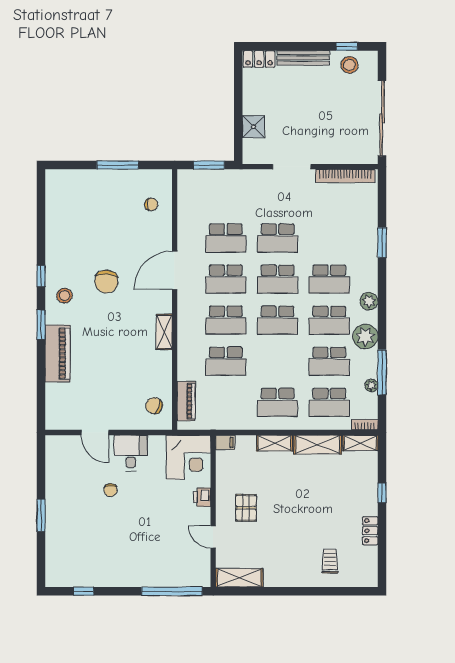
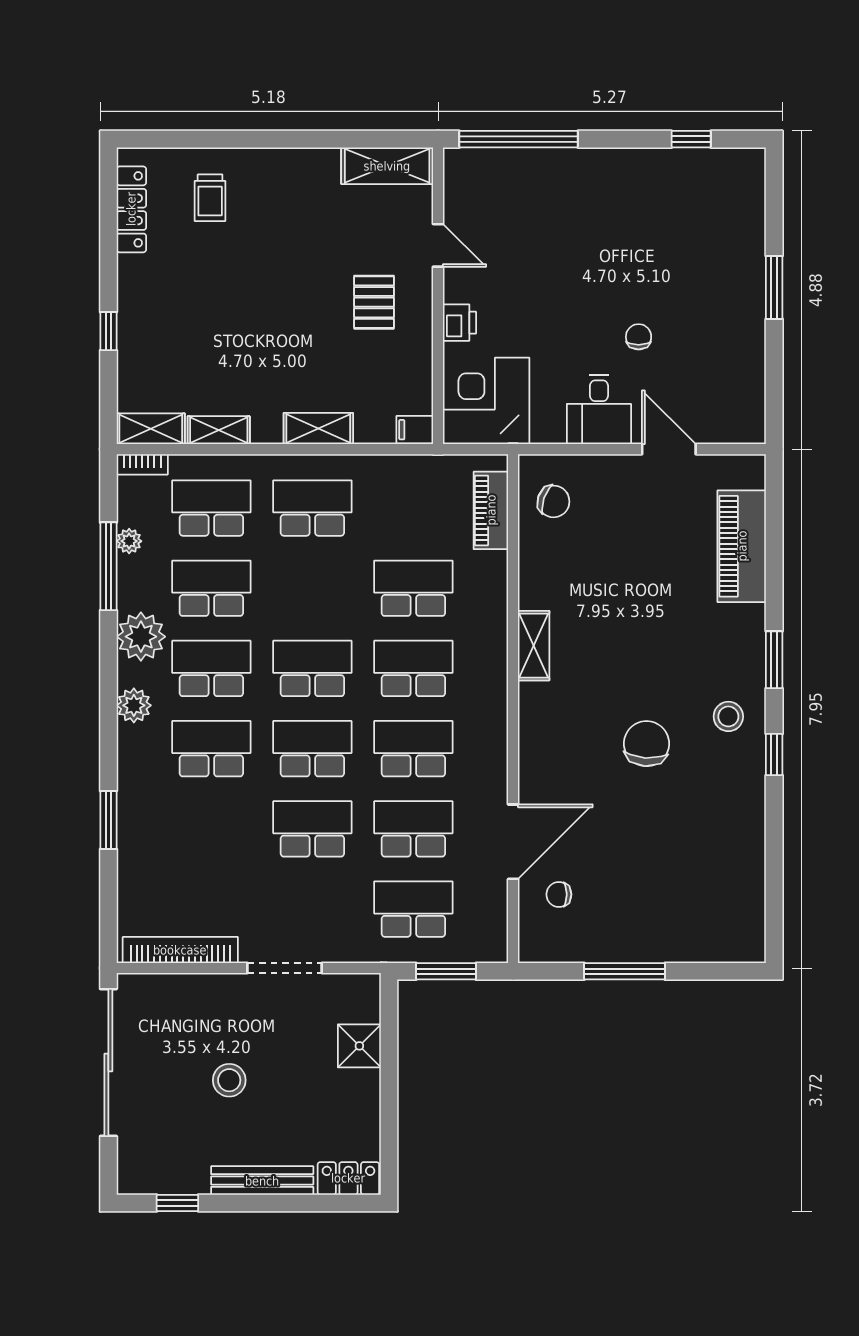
stool: (349, 65) -> (229, 1080), moved
school desk: (226, 197) -> (413, 909), added
door: (175, 270) -> (513, 842), moved
piano: (58, 353) -> (742, 546), moved
shelving: (318, 445) -> (219, 430), width x0.67, depth x0.75
locker: (370, 531) -> (131, 209), moved, width x1.53

